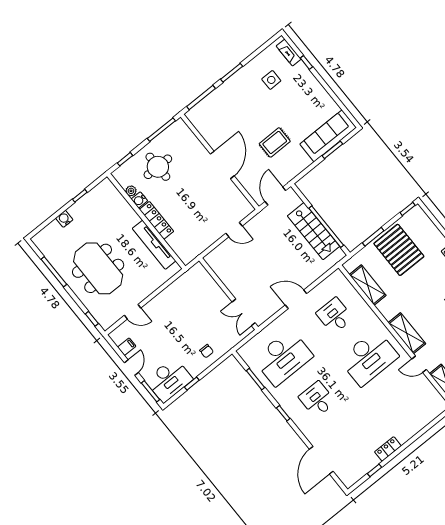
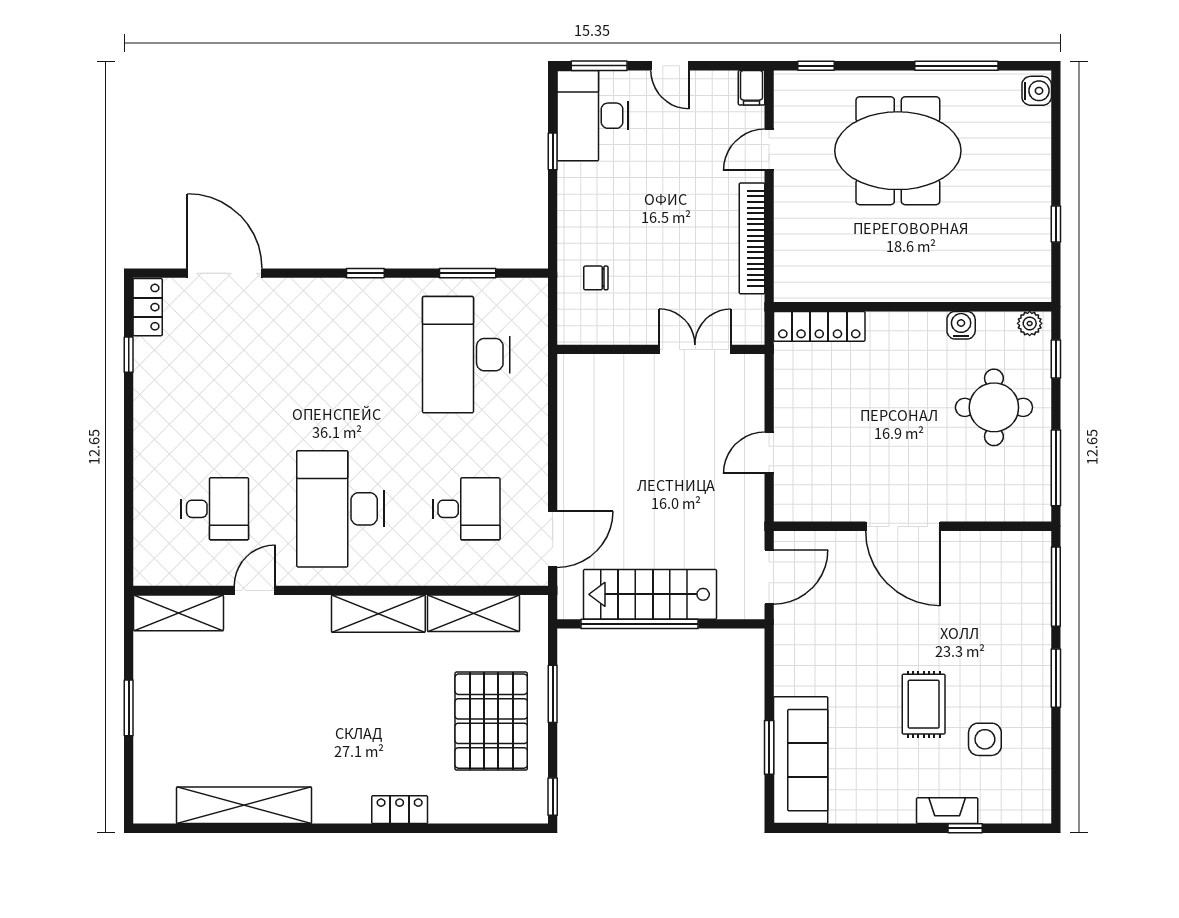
fireplace: (289, 53) -> (947, 811), moved
rug: (275, 142) -> (924, 704), moved
plant: (131, 191) -> (1030, 323), moved
door: (275, 196) -> (769, 577), hinge flipped
water cooler: (64, 219) -> (1037, 91), moved
locker: (156, 220) -> (819, 326), moved
tv unit: (154, 245) -> (859, 286), removed
pallet: (399, 250) -> (491, 721), turned 90
bookcase: (167, 293) -> (752, 238), added
door: (296, 299) -> (553, 539), moved
double door: (244, 312) -> (695, 349), moved
shelving: (407, 333) -> (378, 614), moved
filing cabinet: (127, 347) -> (752, 88), moved
chair: (207, 351) -> (596, 278), moved
desk: (317, 399) -> (215, 509), moved
locker: (388, 449) -> (148, 307), moved

